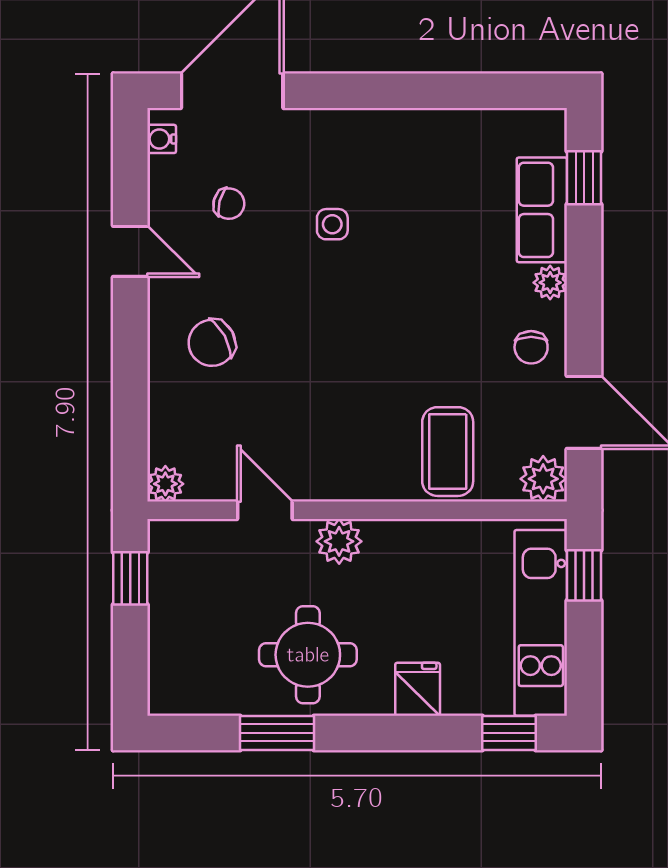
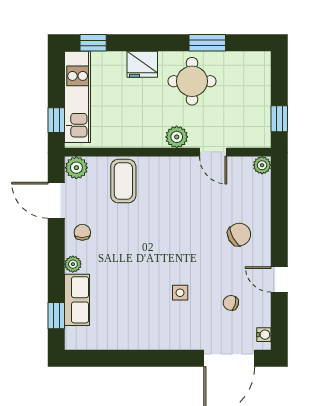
fridge: (418, 689) -> (142, 64), width x1.38

